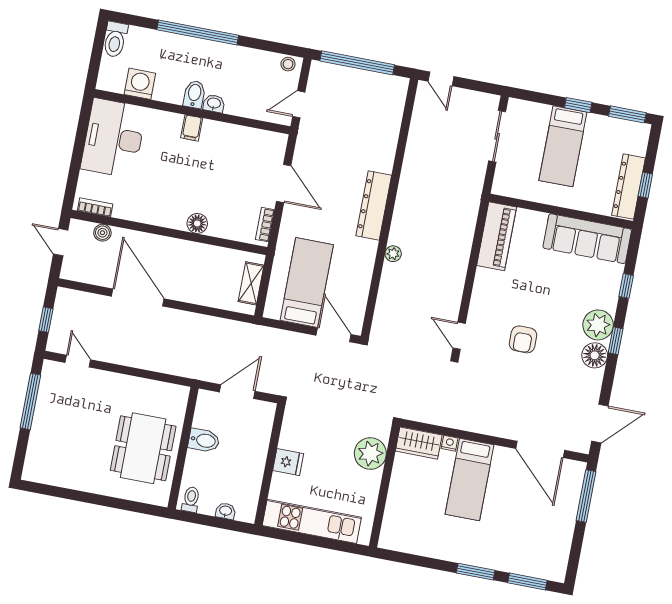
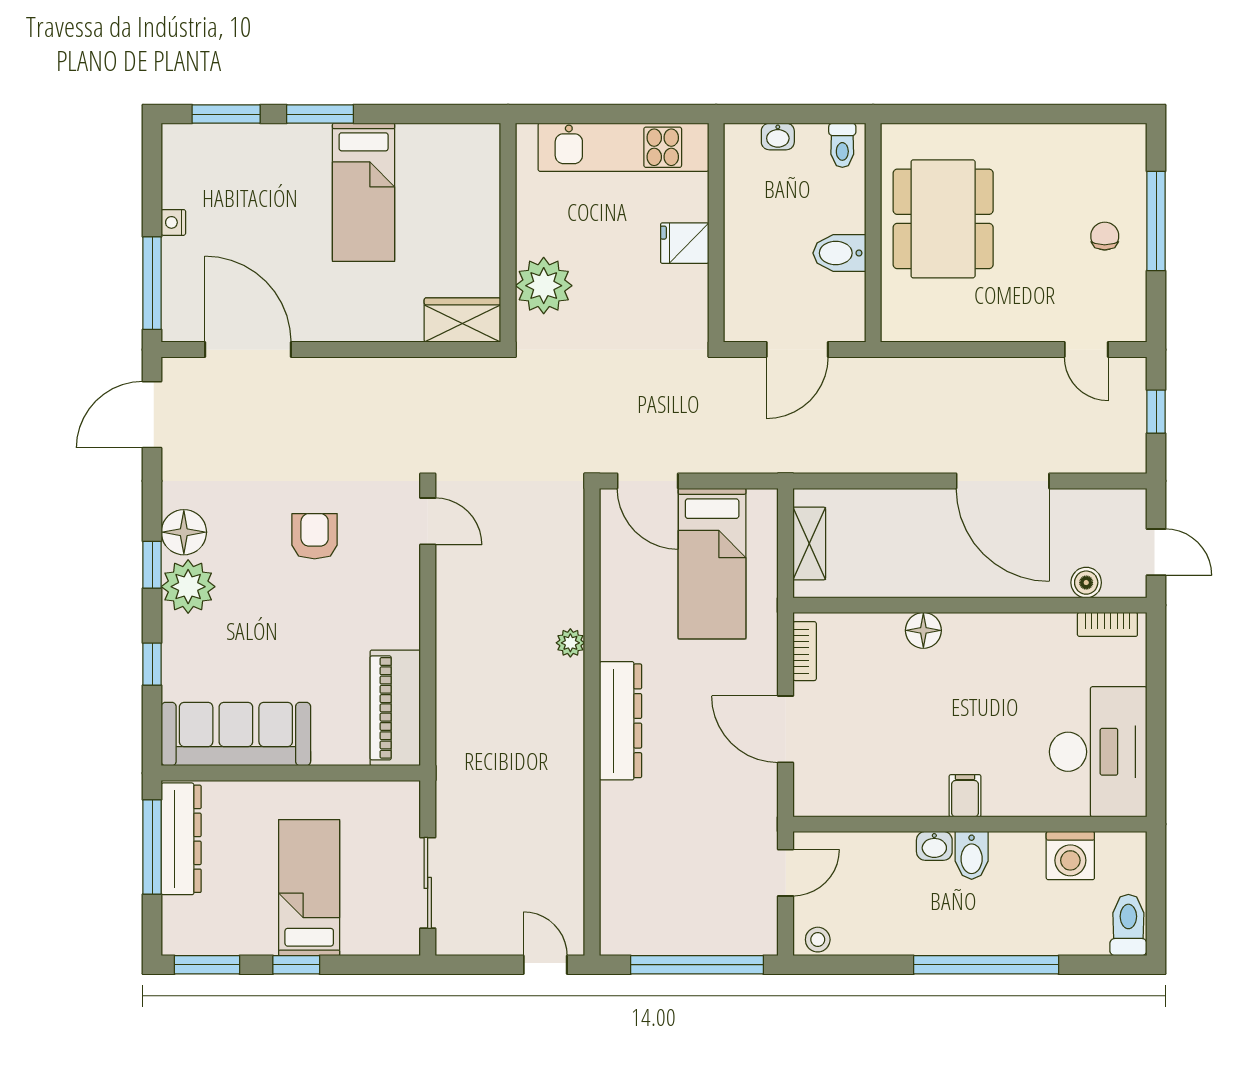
window: (645, 185) -> (152, 847), width x2.17
window: (30, 401) -> (1156, 221), moved
chair: (56, 422) -> (1105, 236), added
nightstand: (450, 443) -> (173, 222), moved, turned 90
bed: (469, 480) -> (364, 192), moved, turned 180

